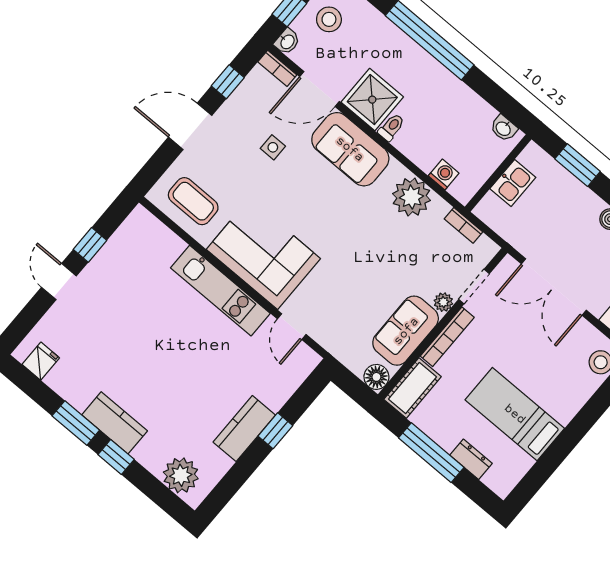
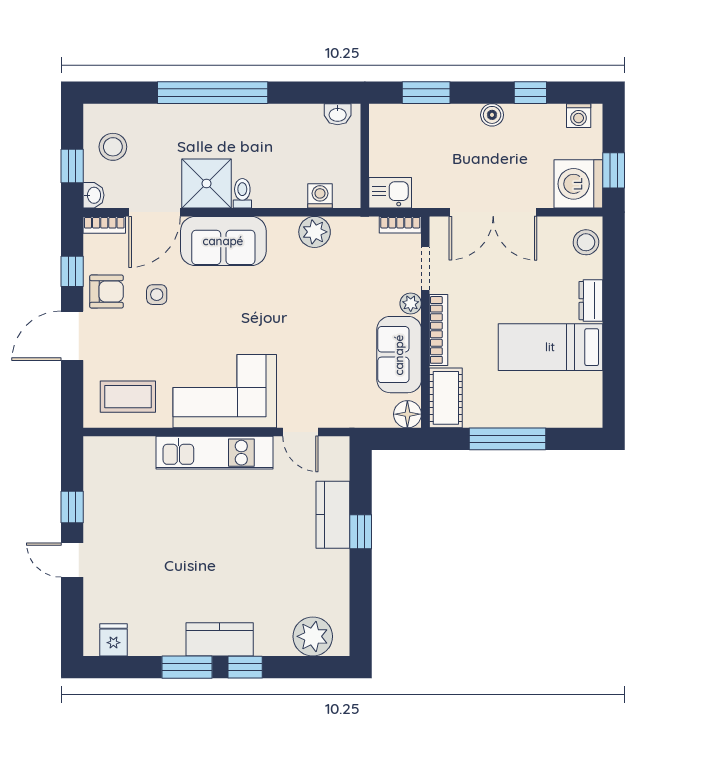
armchair: (240, 116) -> (106, 291), added
kitchen sink: (513, 183) -> (390, 193), moved, turned -90
plant: (411, 197) -> (315, 232), width x0.73, depth x0.73
bookcase: (463, 225) -> (400, 225), moved
kitchen counter: (244, 429) -> (333, 515), moved
dresser: (471, 459) -> (591, 301), moved, turned -90

